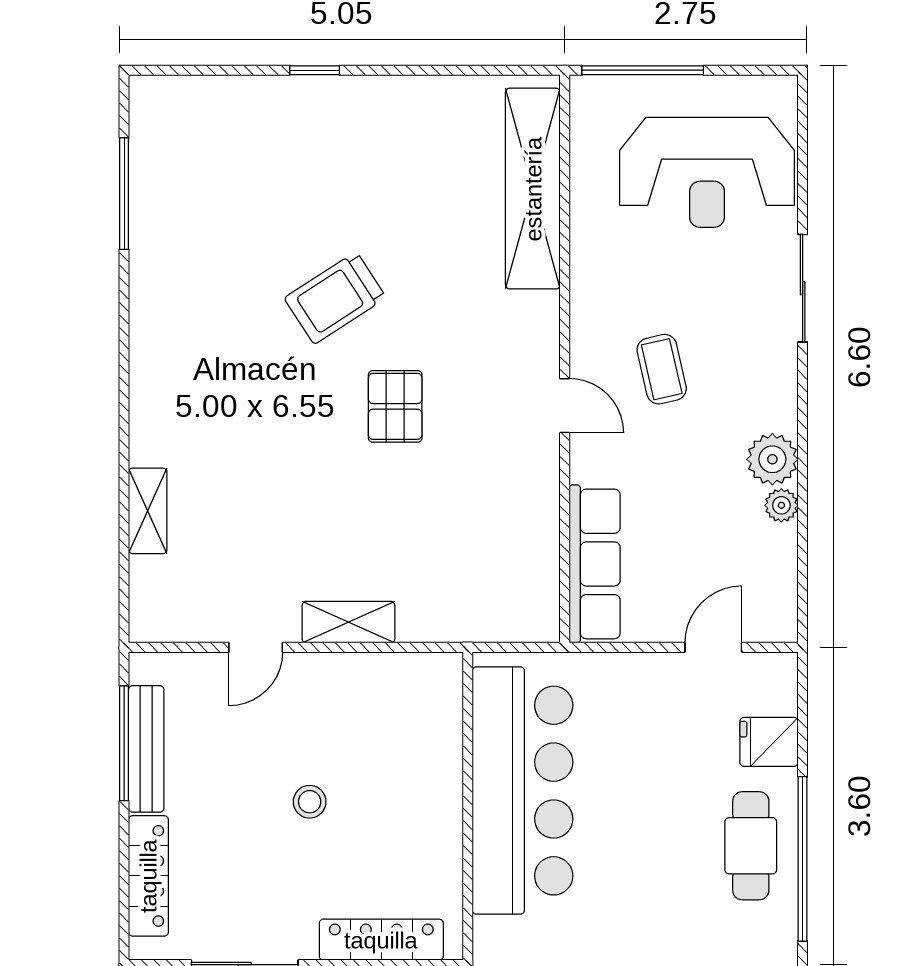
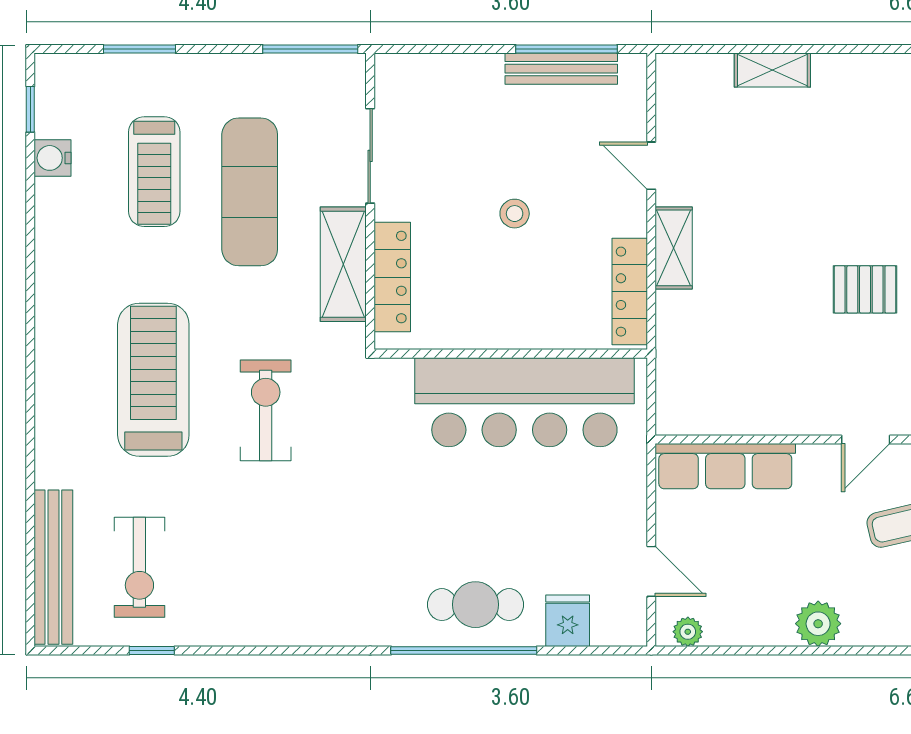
plant: (781, 505) -> (688, 632), moved
locker: (148, 876) -> (630, 292), moved, turned 90

